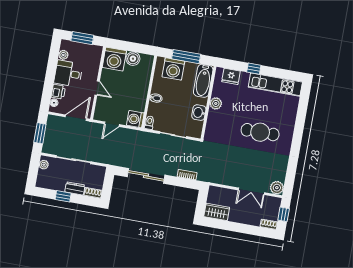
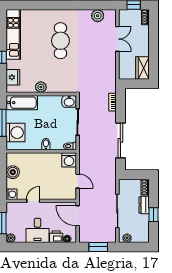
plant: (63, 55) -> (11, 238), moved
washing machine: (114, 59) -> (12, 194), width x0.53, depth x0.53
door: (97, 88) -> (33, 201), moved
washbasin: (199, 113) -> (69, 101), moved
plant: (277, 188) -> (98, 16), moved

